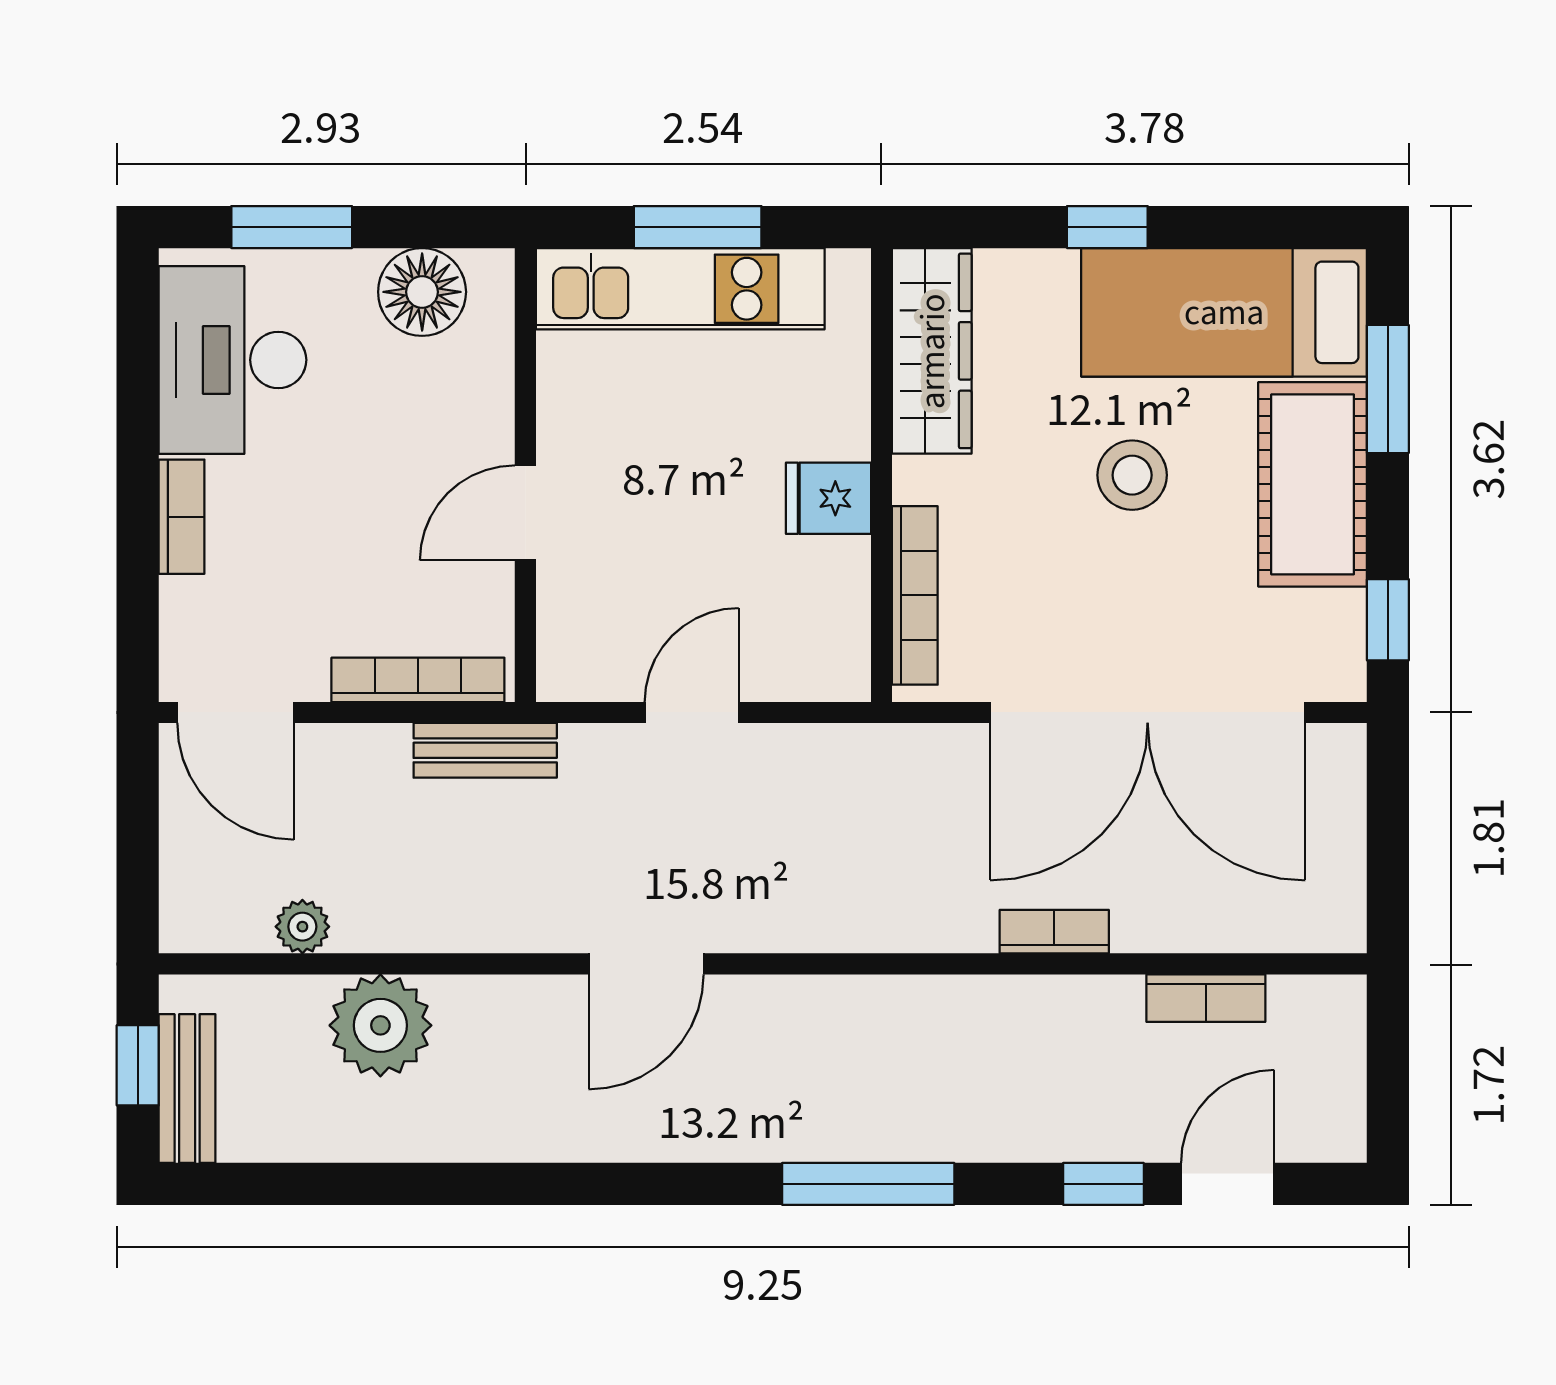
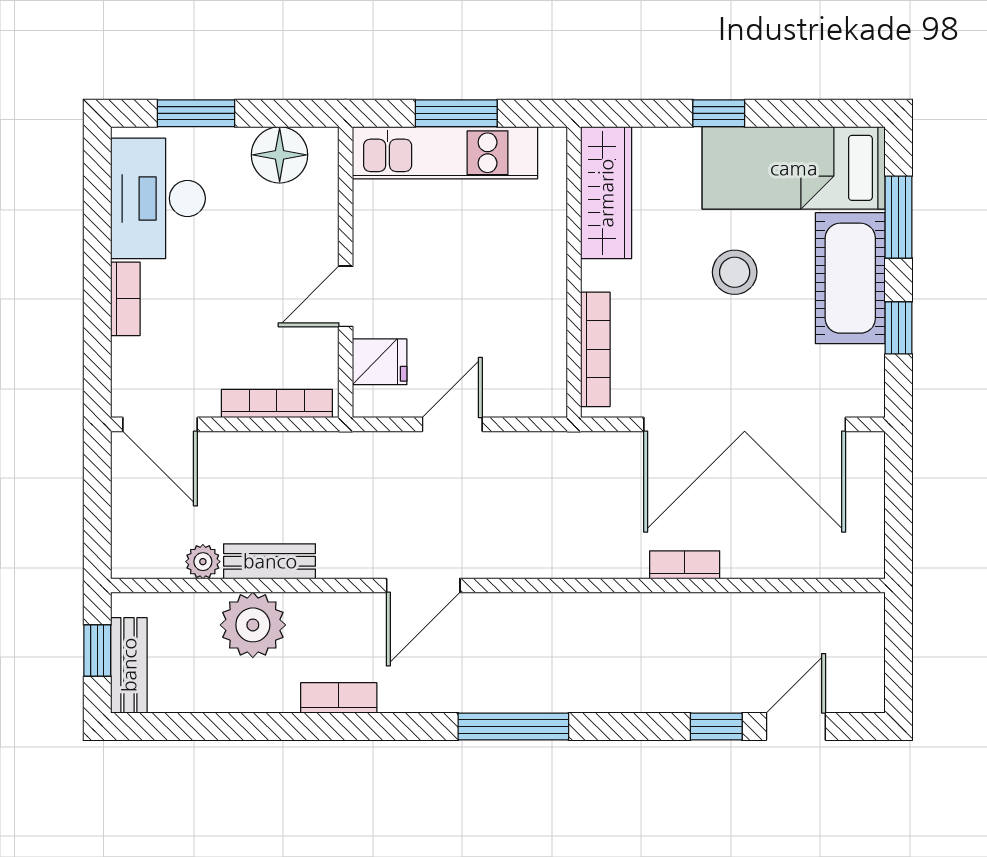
fridge: (828, 498) -> (380, 362), moved, turned 180
window: (1388, 620) -> (899, 328), moved
bench: (485, 750) -> (270, 561), moved
bookcase: (1206, 998) -> (339, 698), moved, turned 180
window: (868, 1184) -> (513, 727), moved

